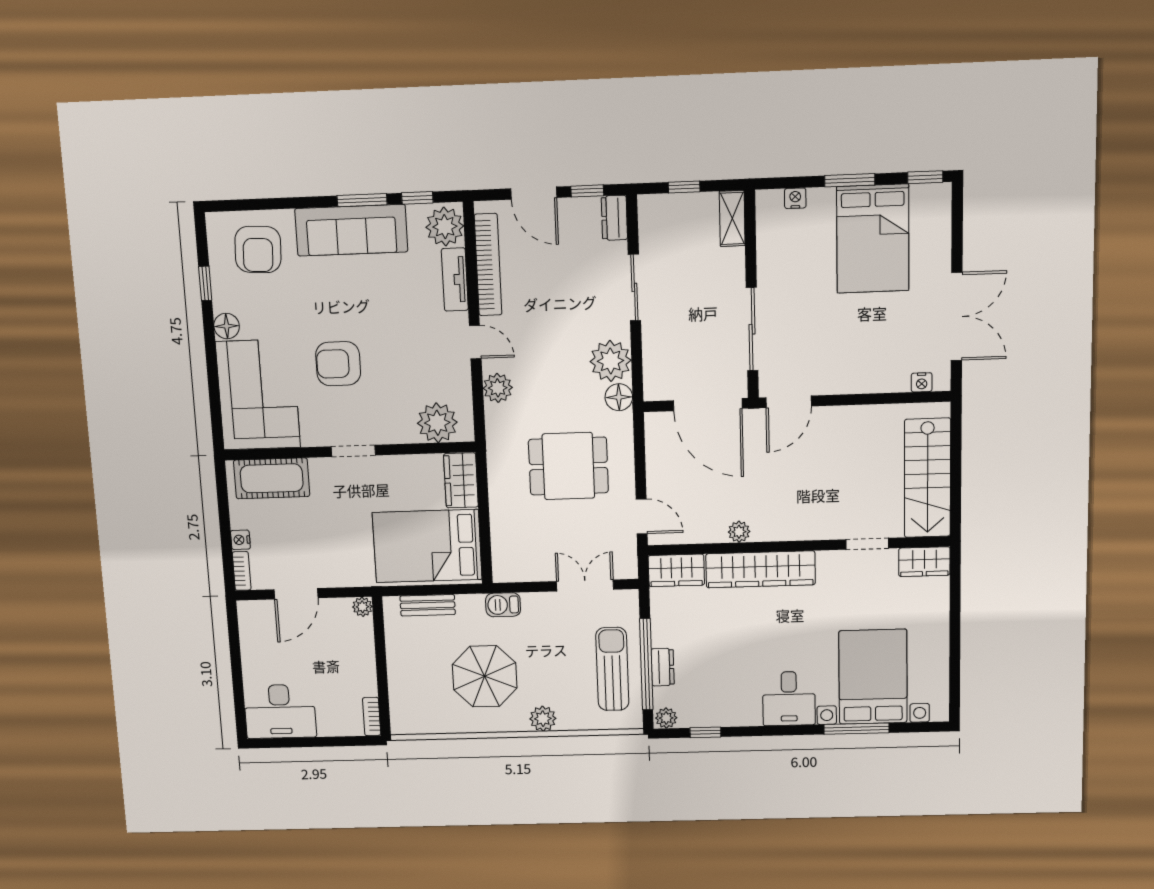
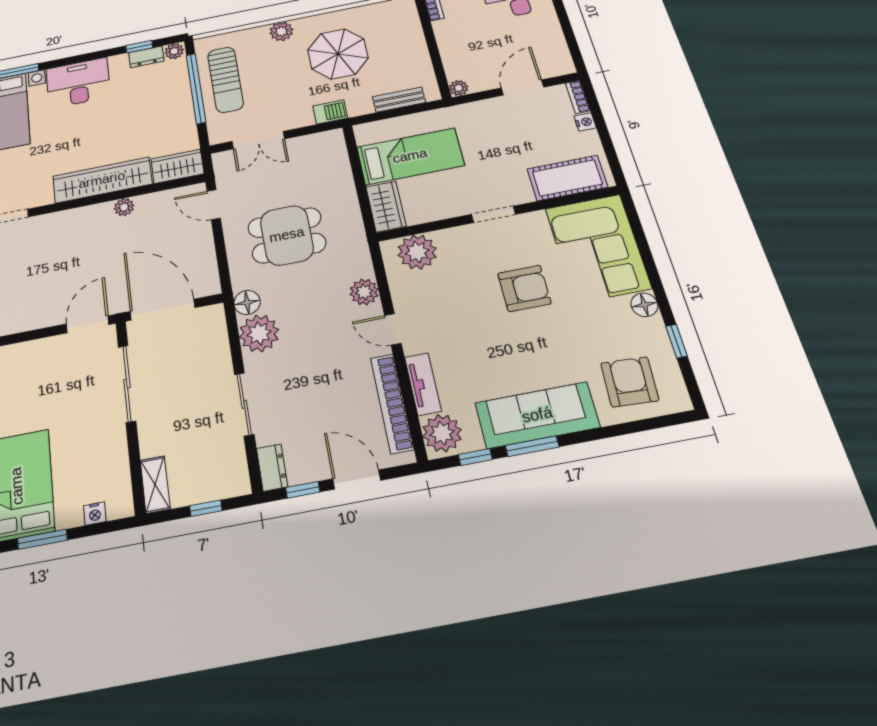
bed: (427, 546) -> (410, 156), width x0.67
dresser: (663, 667) -> (146, 57), moved, turned -90
desk: (789, 699) -> (78, 83), width x1.37

